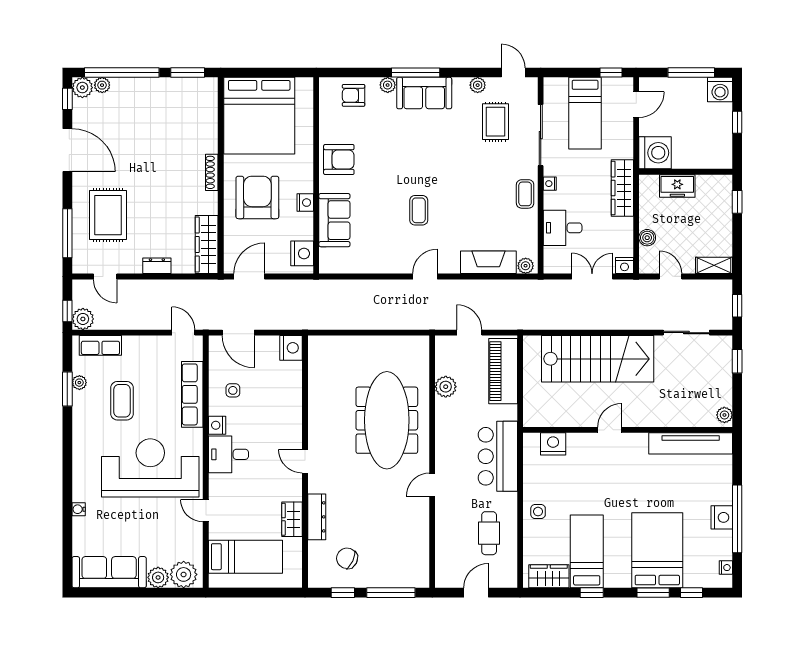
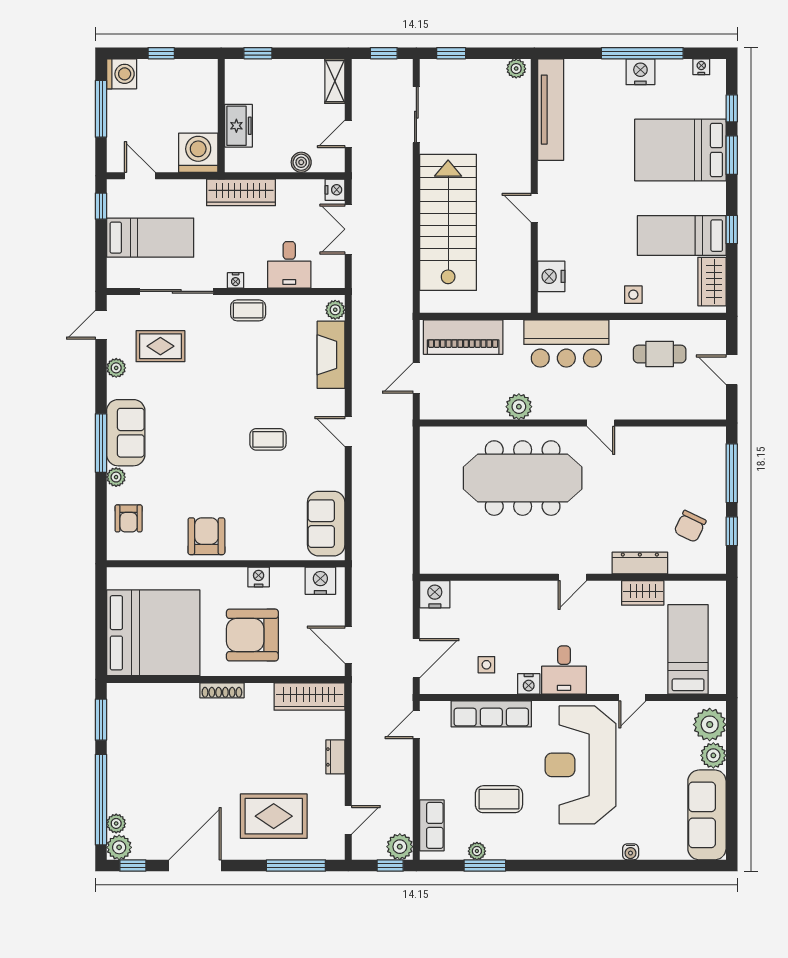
sofa: (334, 220) -> (326, 524), moved, turned -90
plant: (446, 387) -> (519, 407), moved

